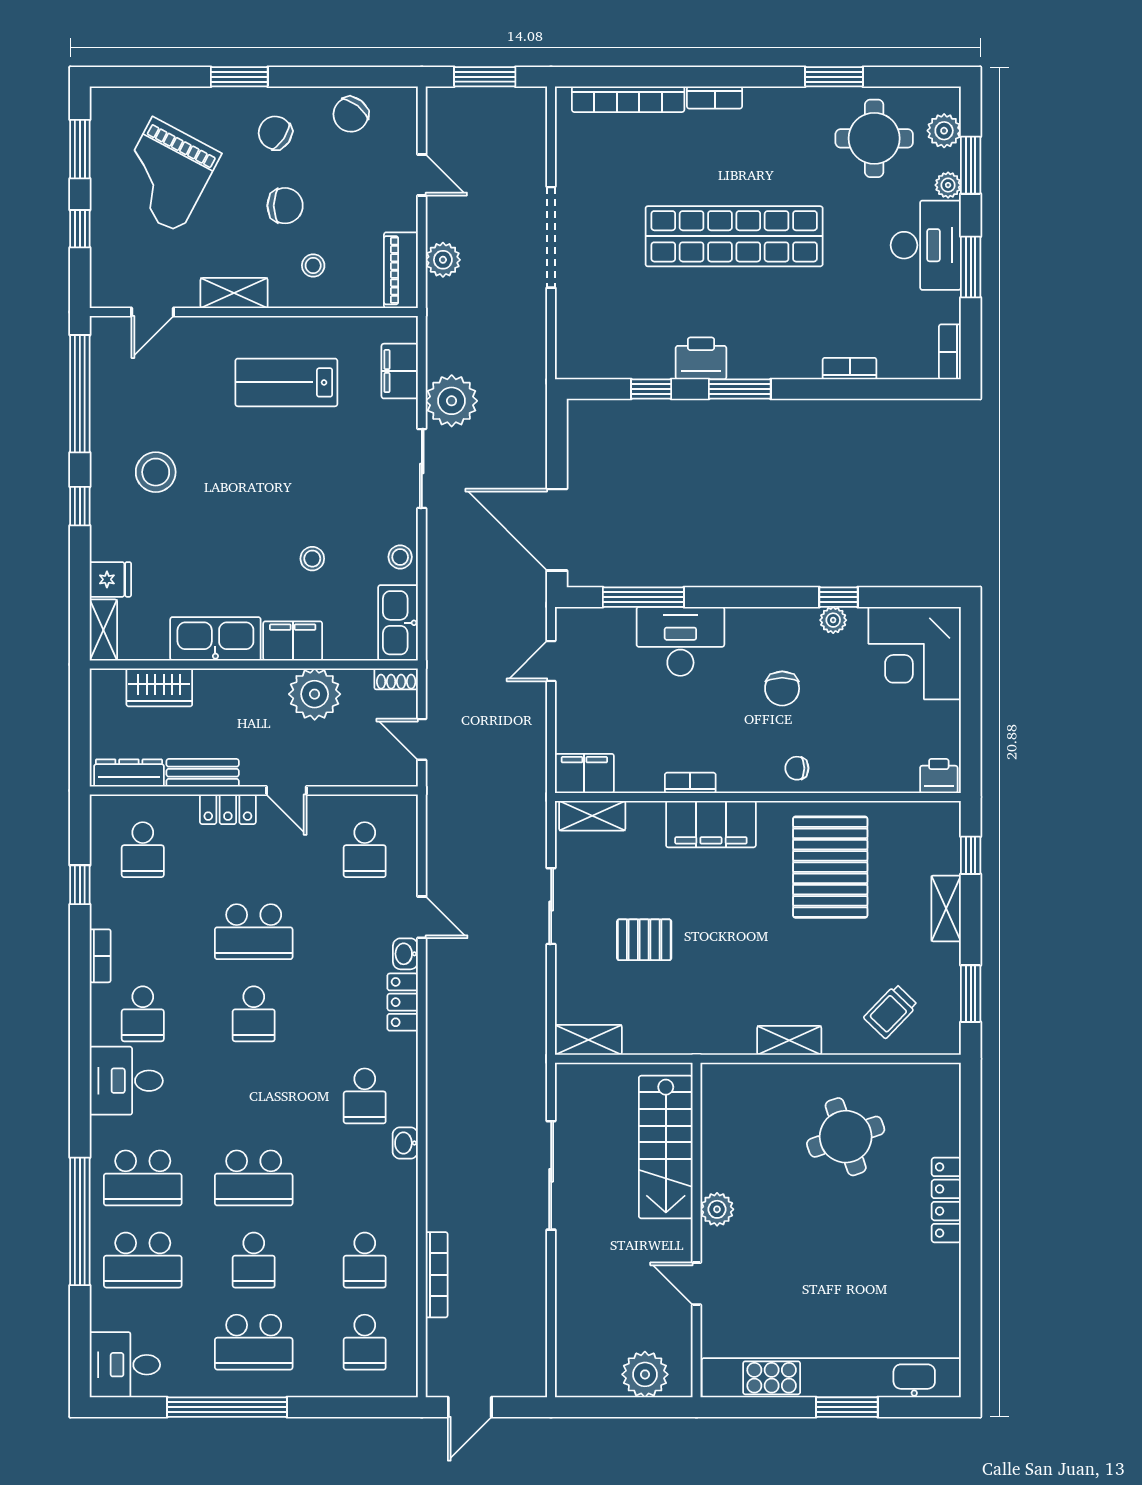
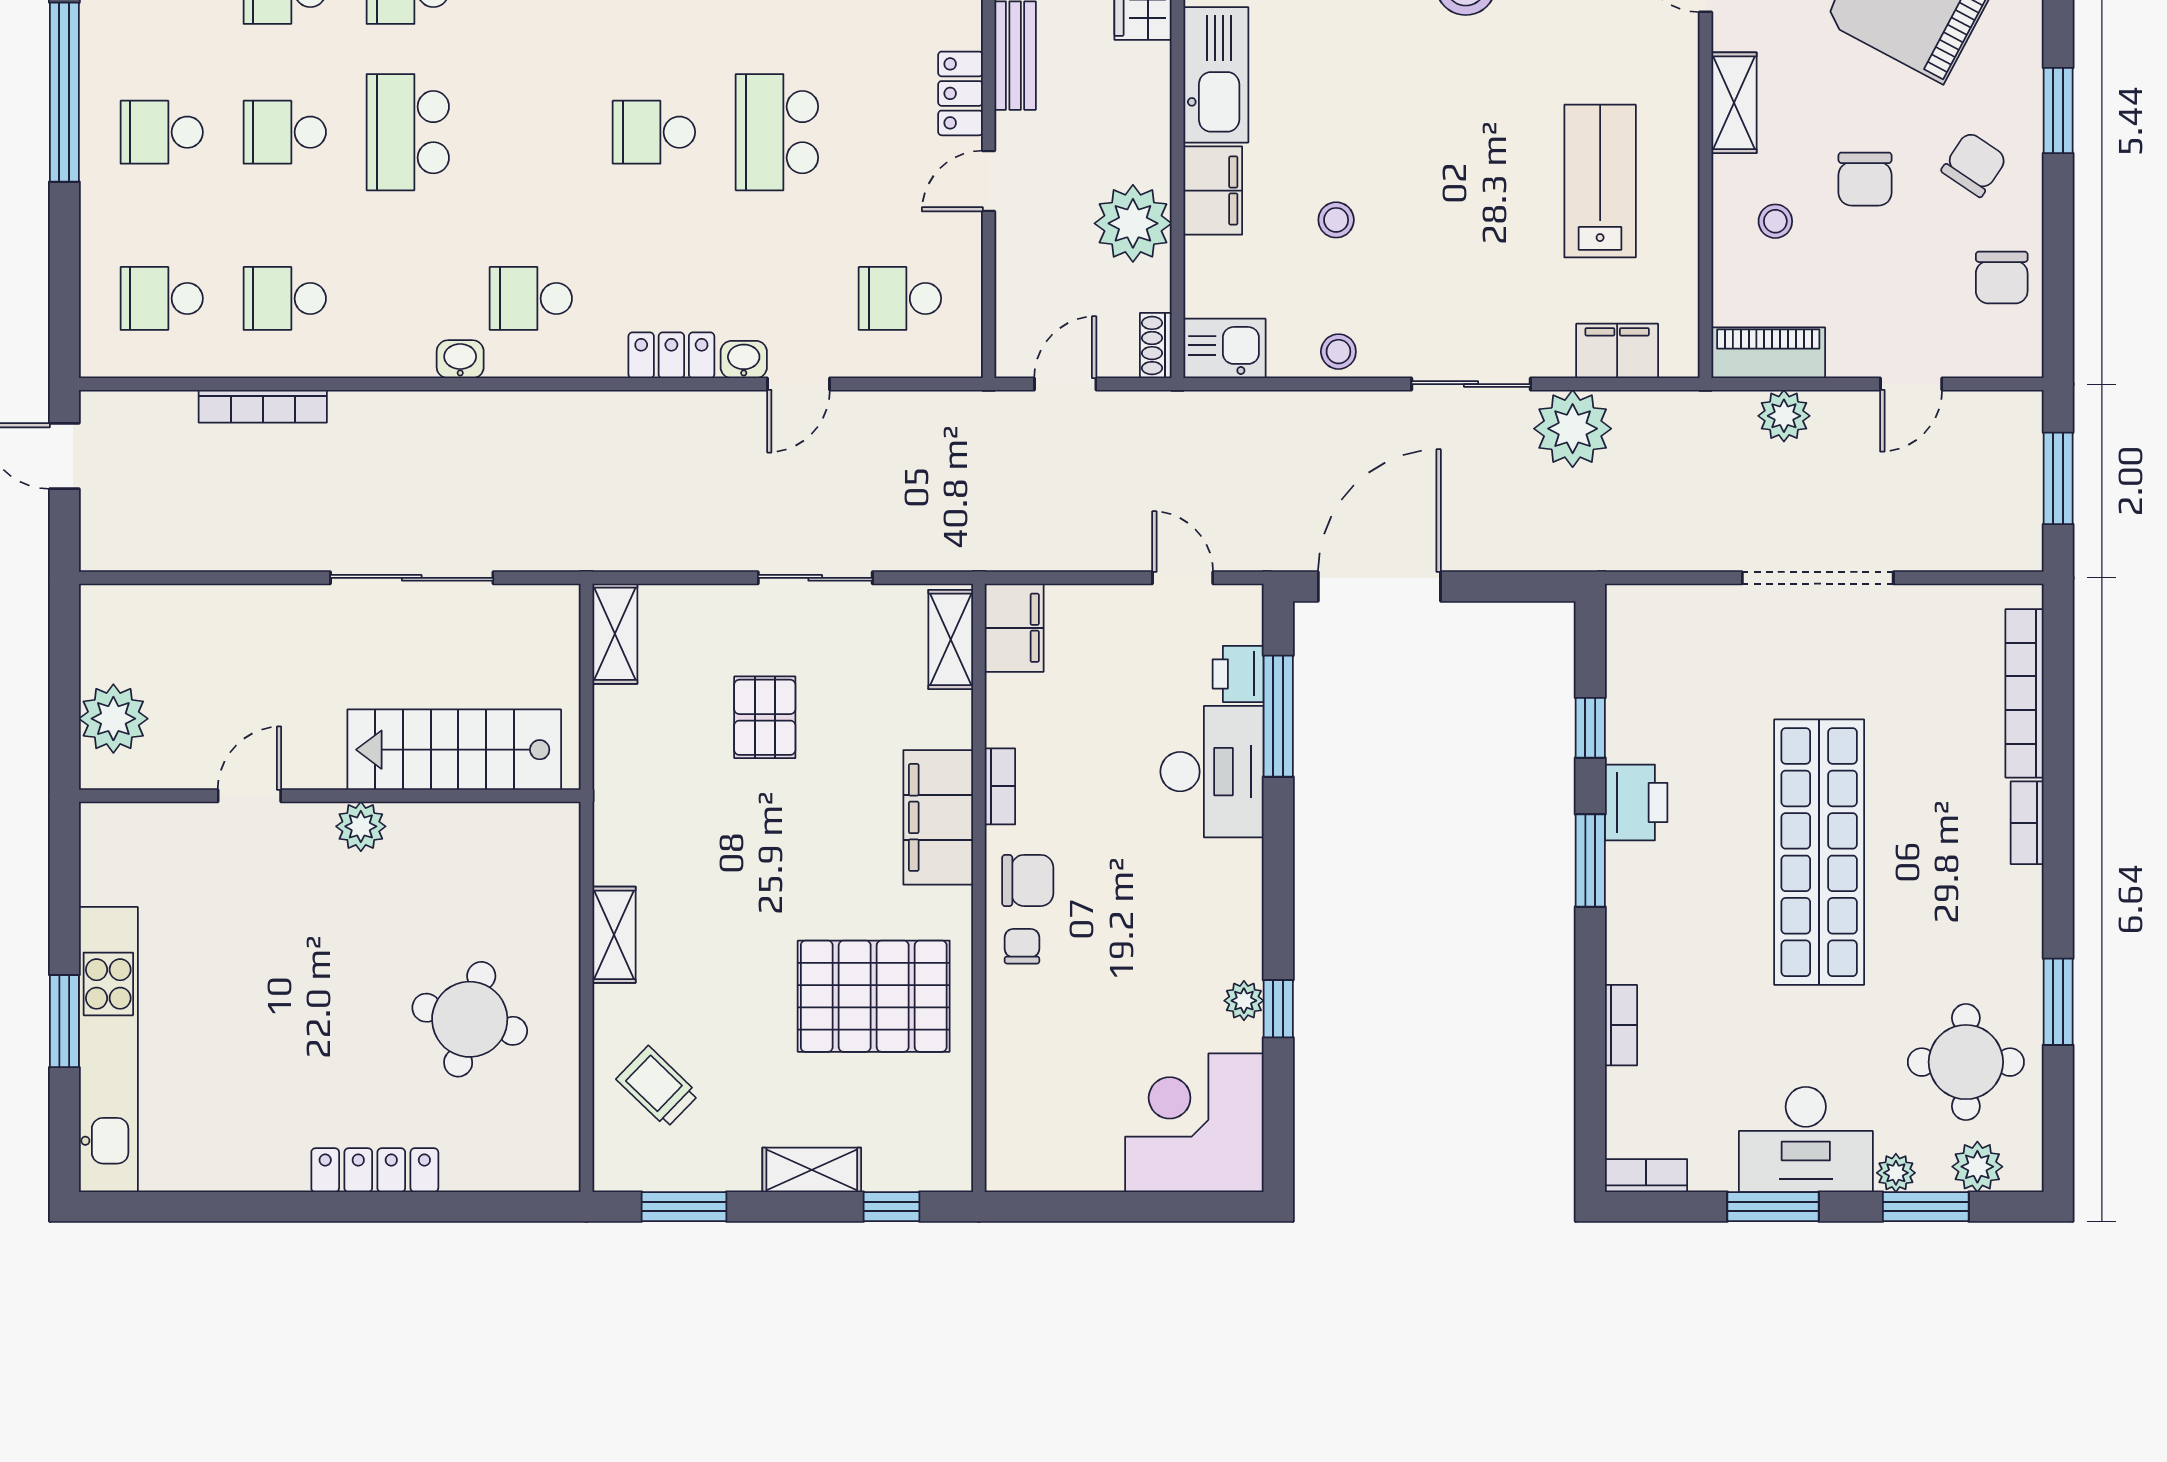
chair: (351, 114) -> (2002, 278), turned -128
kitchen sink: (398, 623) -> (1224, 348), width x0.73
chair: (782, 688) -> (1028, 880), moved, turned 180
printer: (939, 776) -> (1238, 674), moved, turned 180
round table: (846, 1137) -> (470, 1019), turned 34
school desk: (254, 1342) -> (162, 132), width x0.54
kitchen unit: (831, 1378) -> (108, 1049), width x0.73

